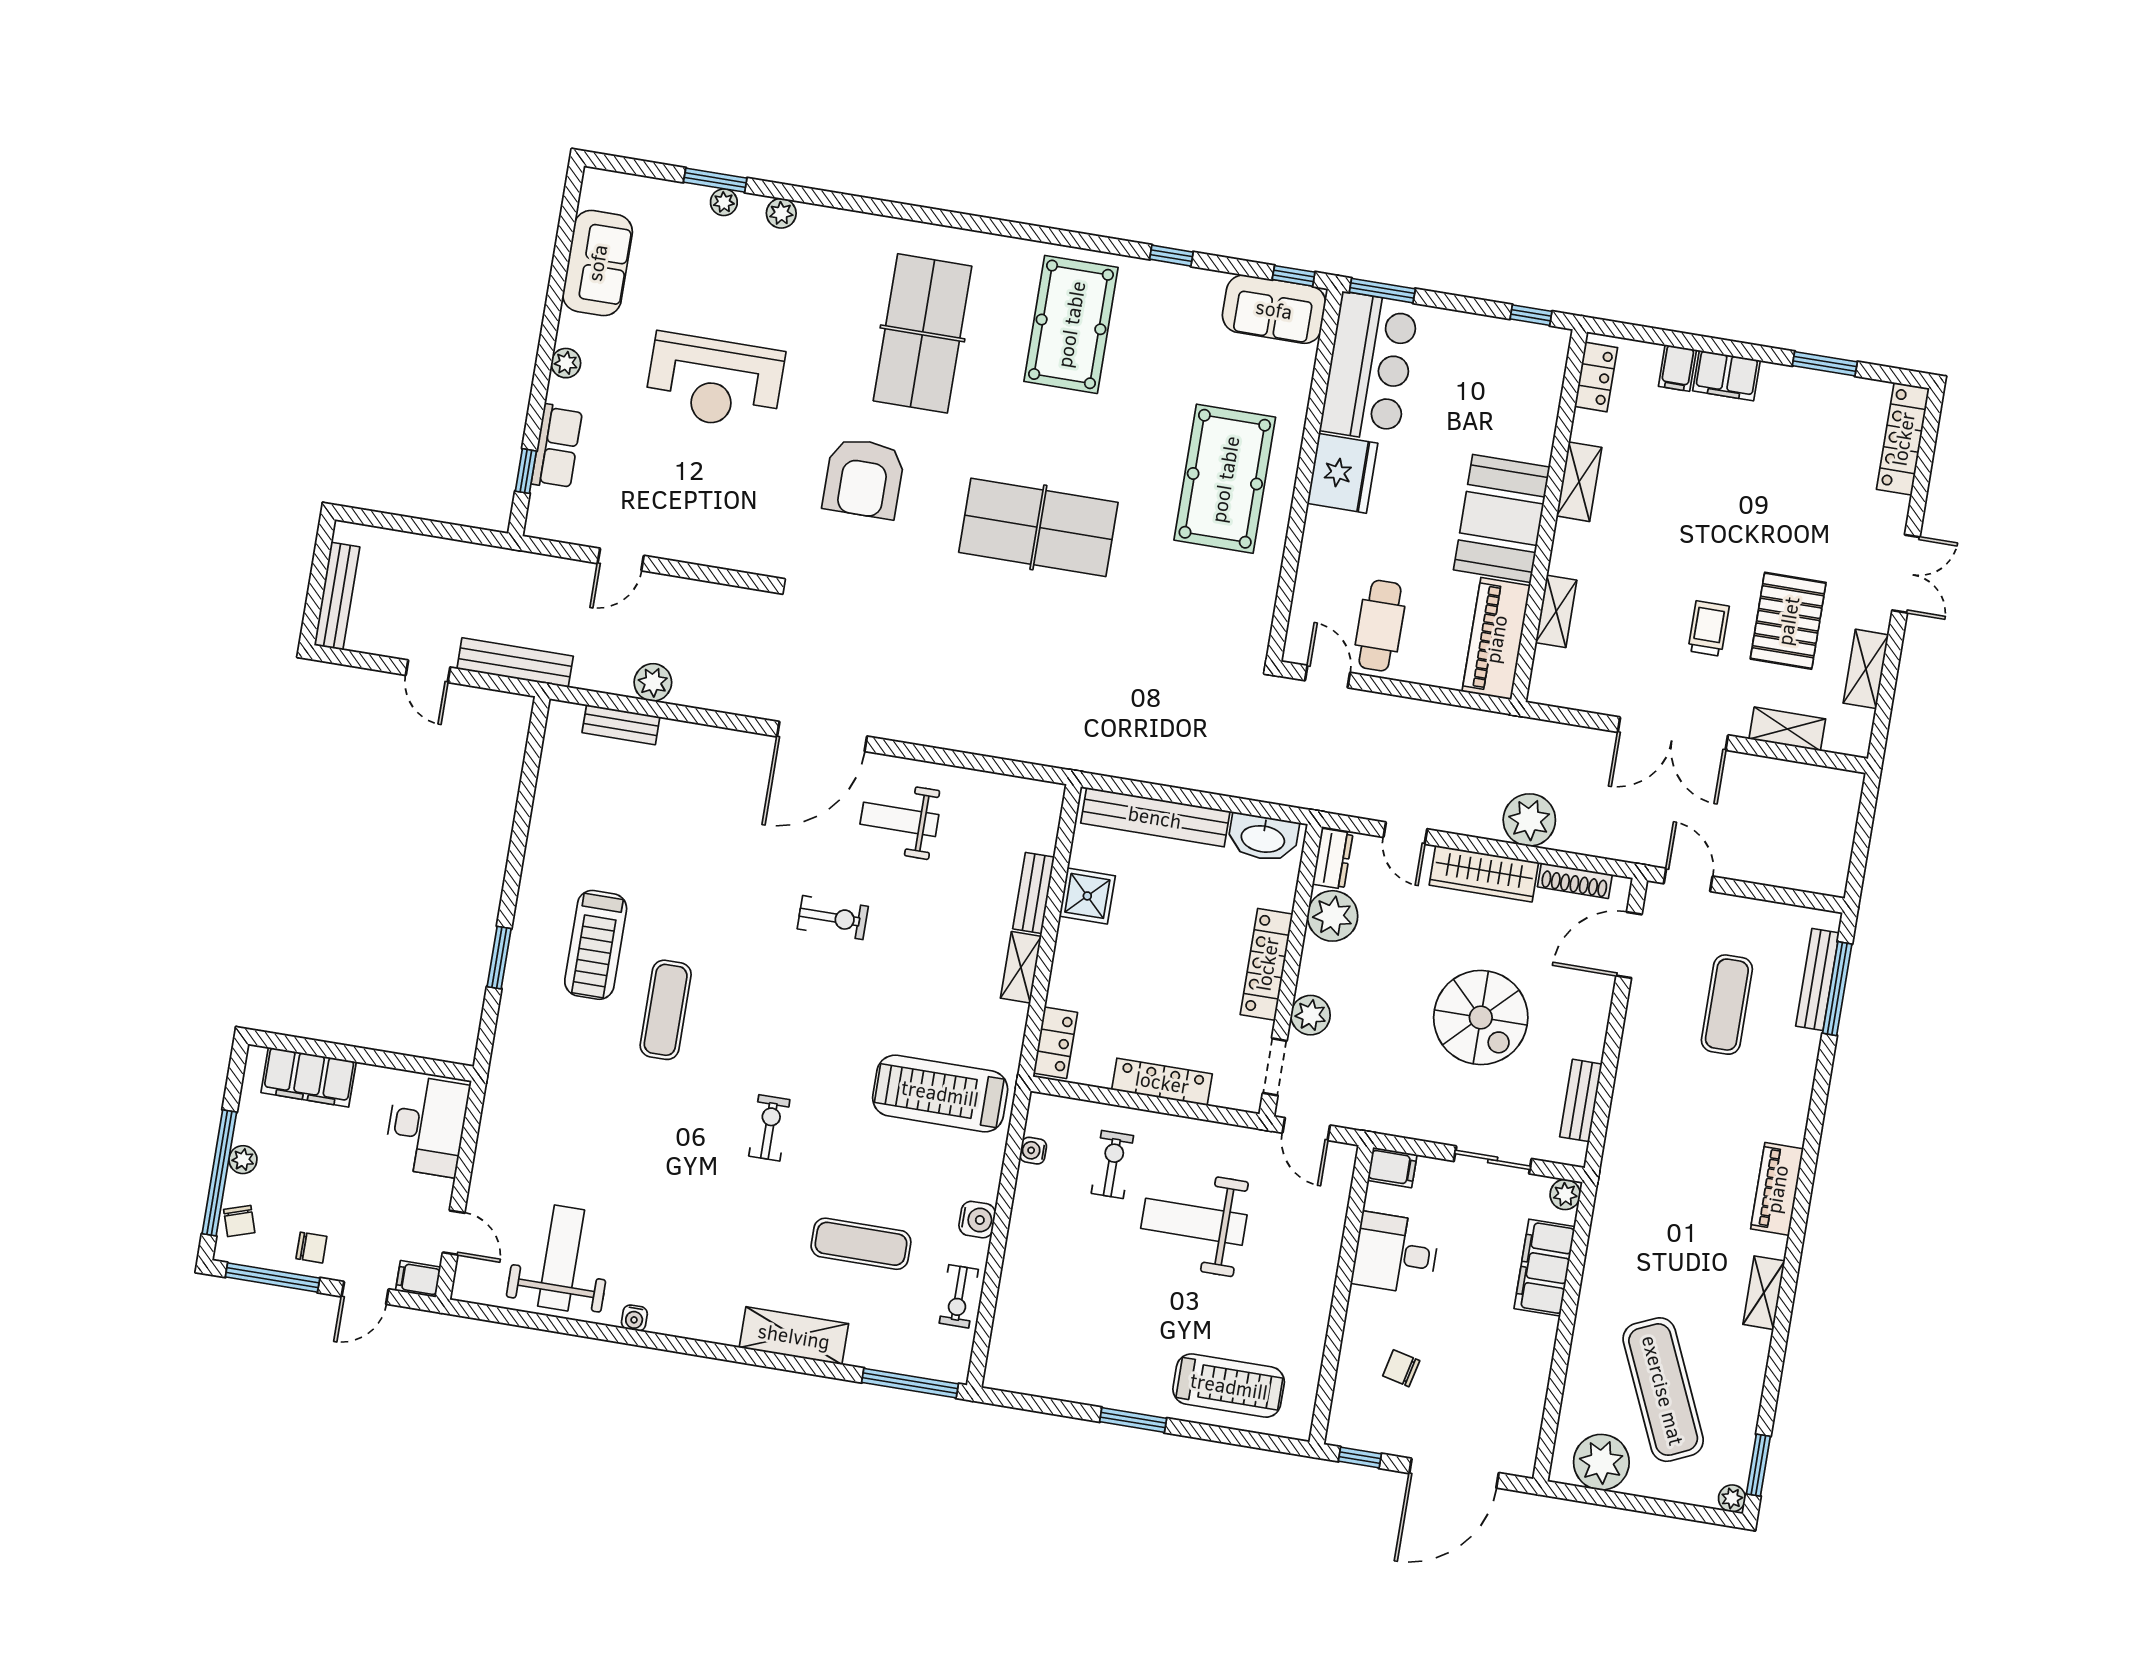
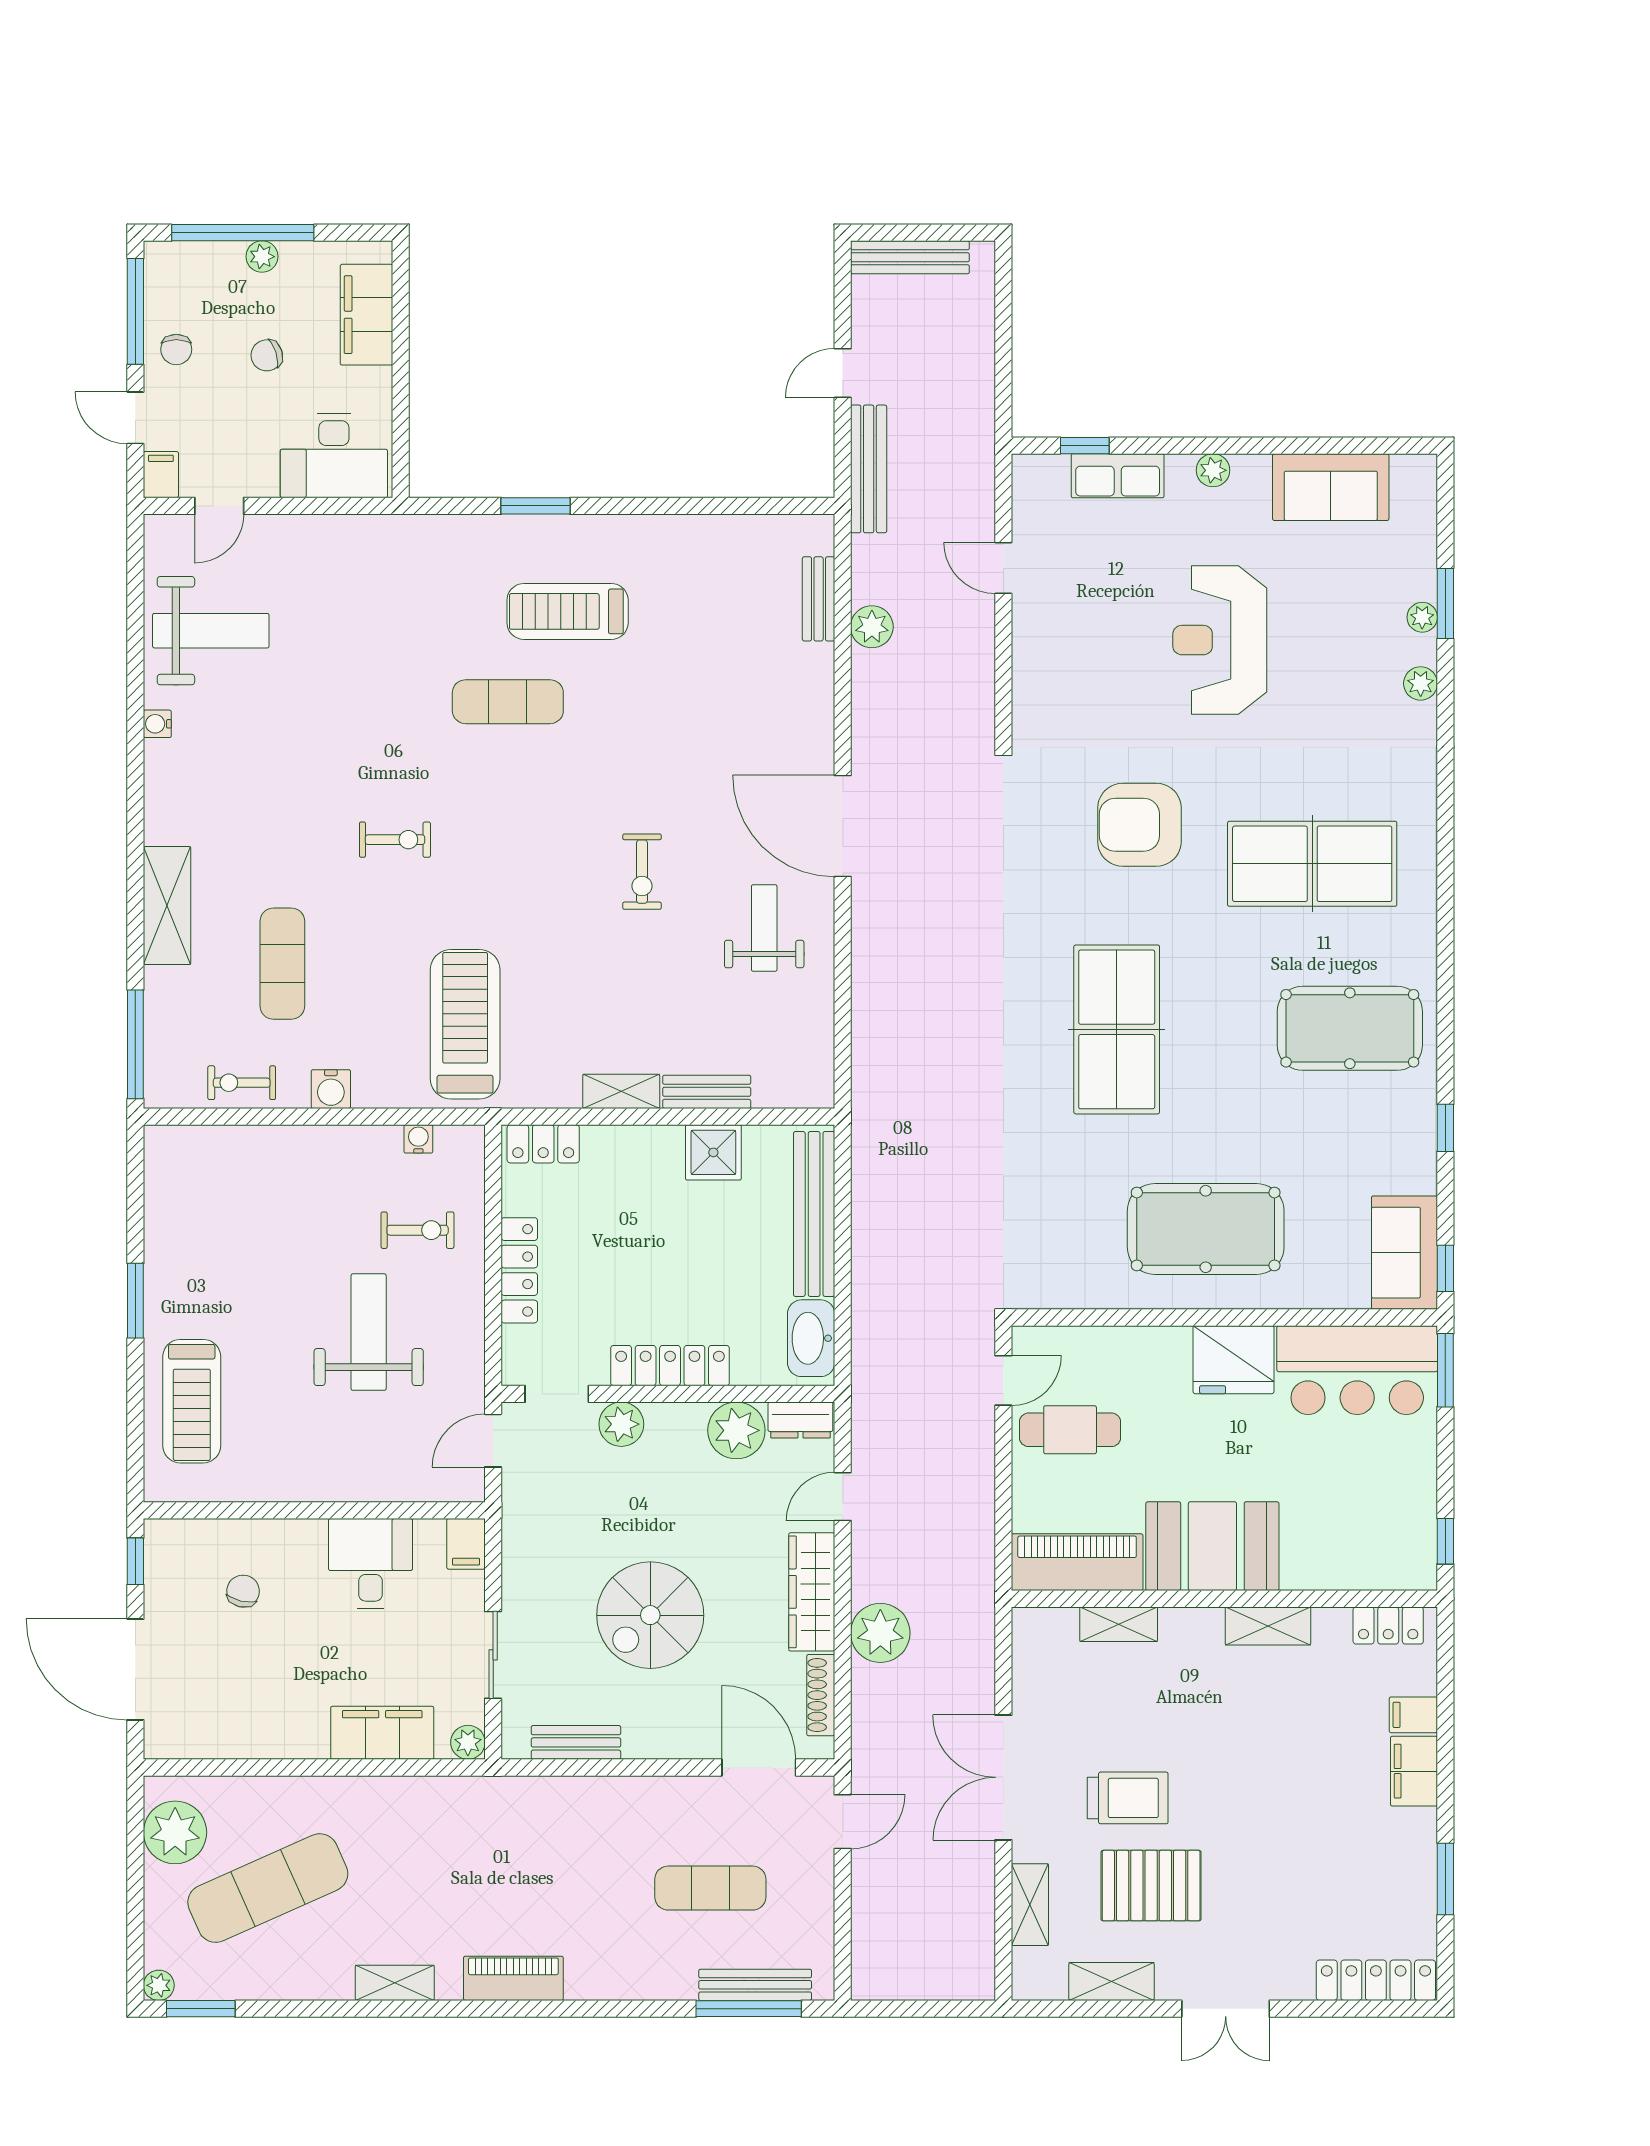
trolley: (1709, 628) -> (1128, 1798), width x1.36, depth x1.39
chair: (239, 1221) -> (267, 355), moved

